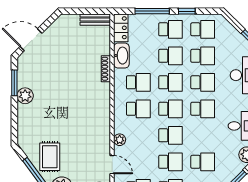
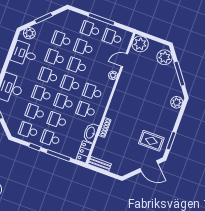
plant: (25, 96) -> (177, 102), moved
school desk: (203, 135) -> (55, 58), added
rug: (50, 157) -> (151, 141), moved, turned 90
door: (112, 165) -> (124, 60), hinge flipped

